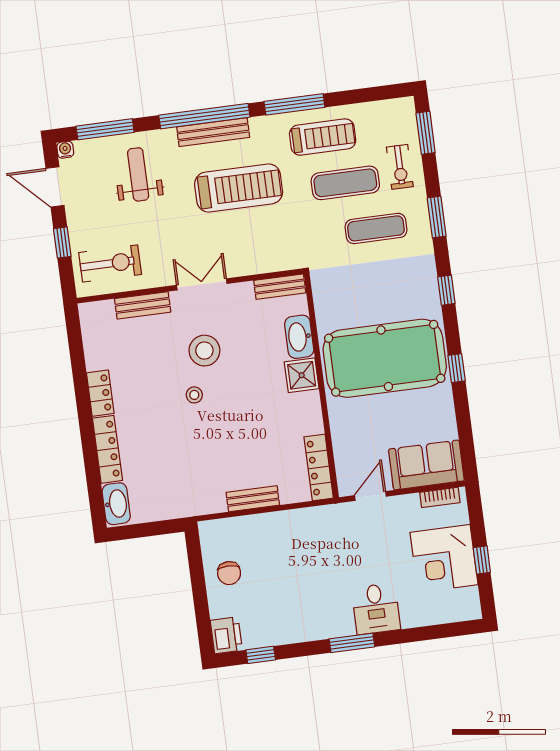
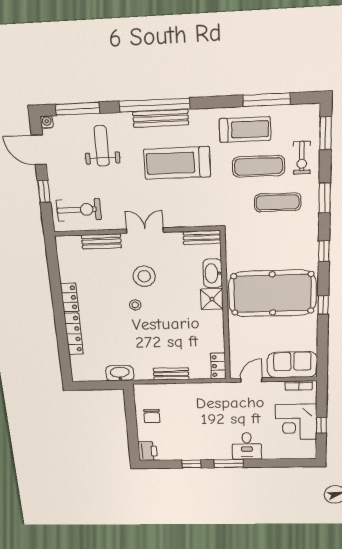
window: (294, 104) -> (267, 100), moved
treadmill: (239, 188) -> (177, 163), turned 180
locker: (319, 467) -> (218, 366), width x0.66
washbasin: (116, 504) -> (120, 373), moved, turned -90
window: (261, 655) -> (191, 464), moved

